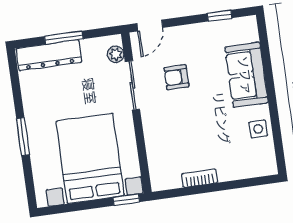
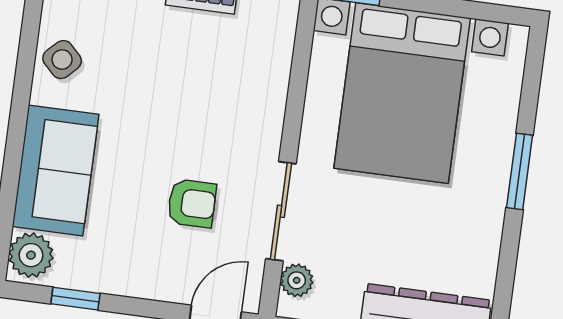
plant: (247, 31) -> (31, 255), added
side table: (258, 129) -> (62, 60), turned 45

